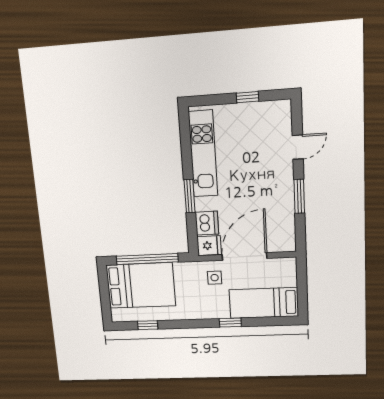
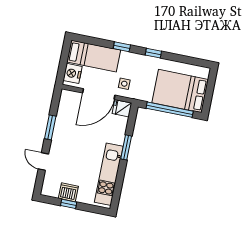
door: (298, 147) -> (43, 161), hinge flipped
dishwasher: (207, 223) -> (68, 192), moved, turned 90
nightstand: (286, 275) -> (73, 73), added
window: (148, 325) -> (153, 53), moved

